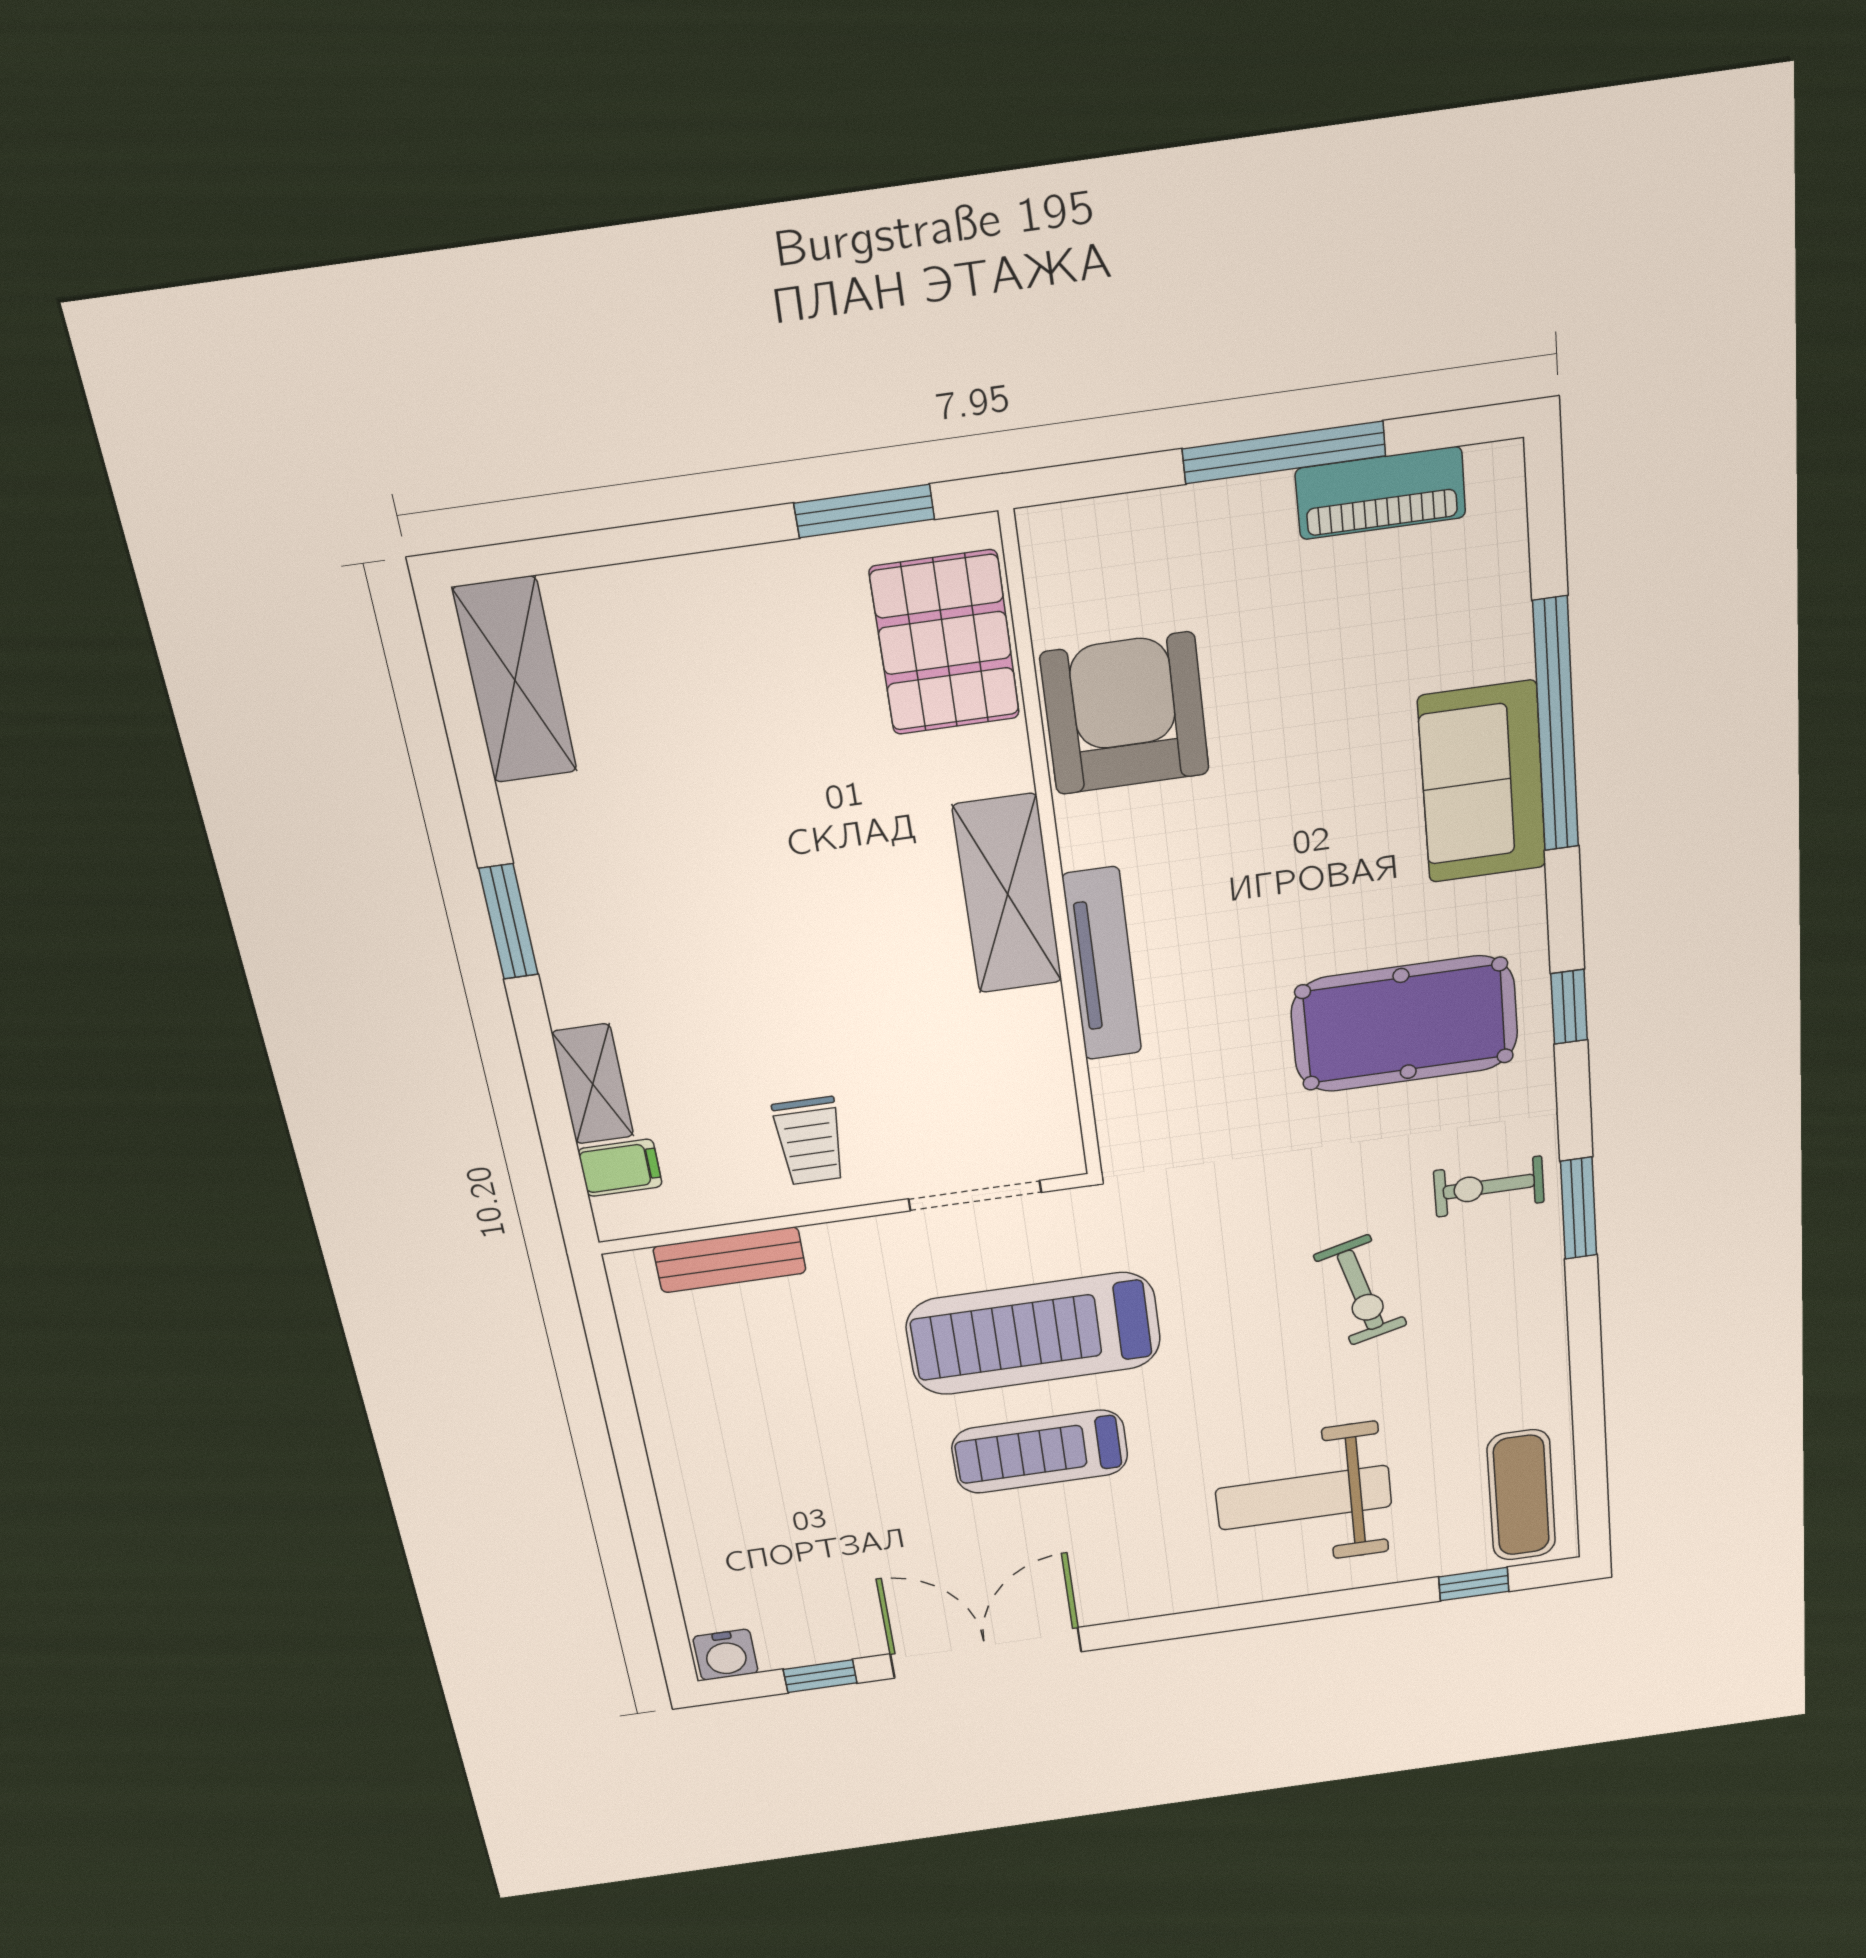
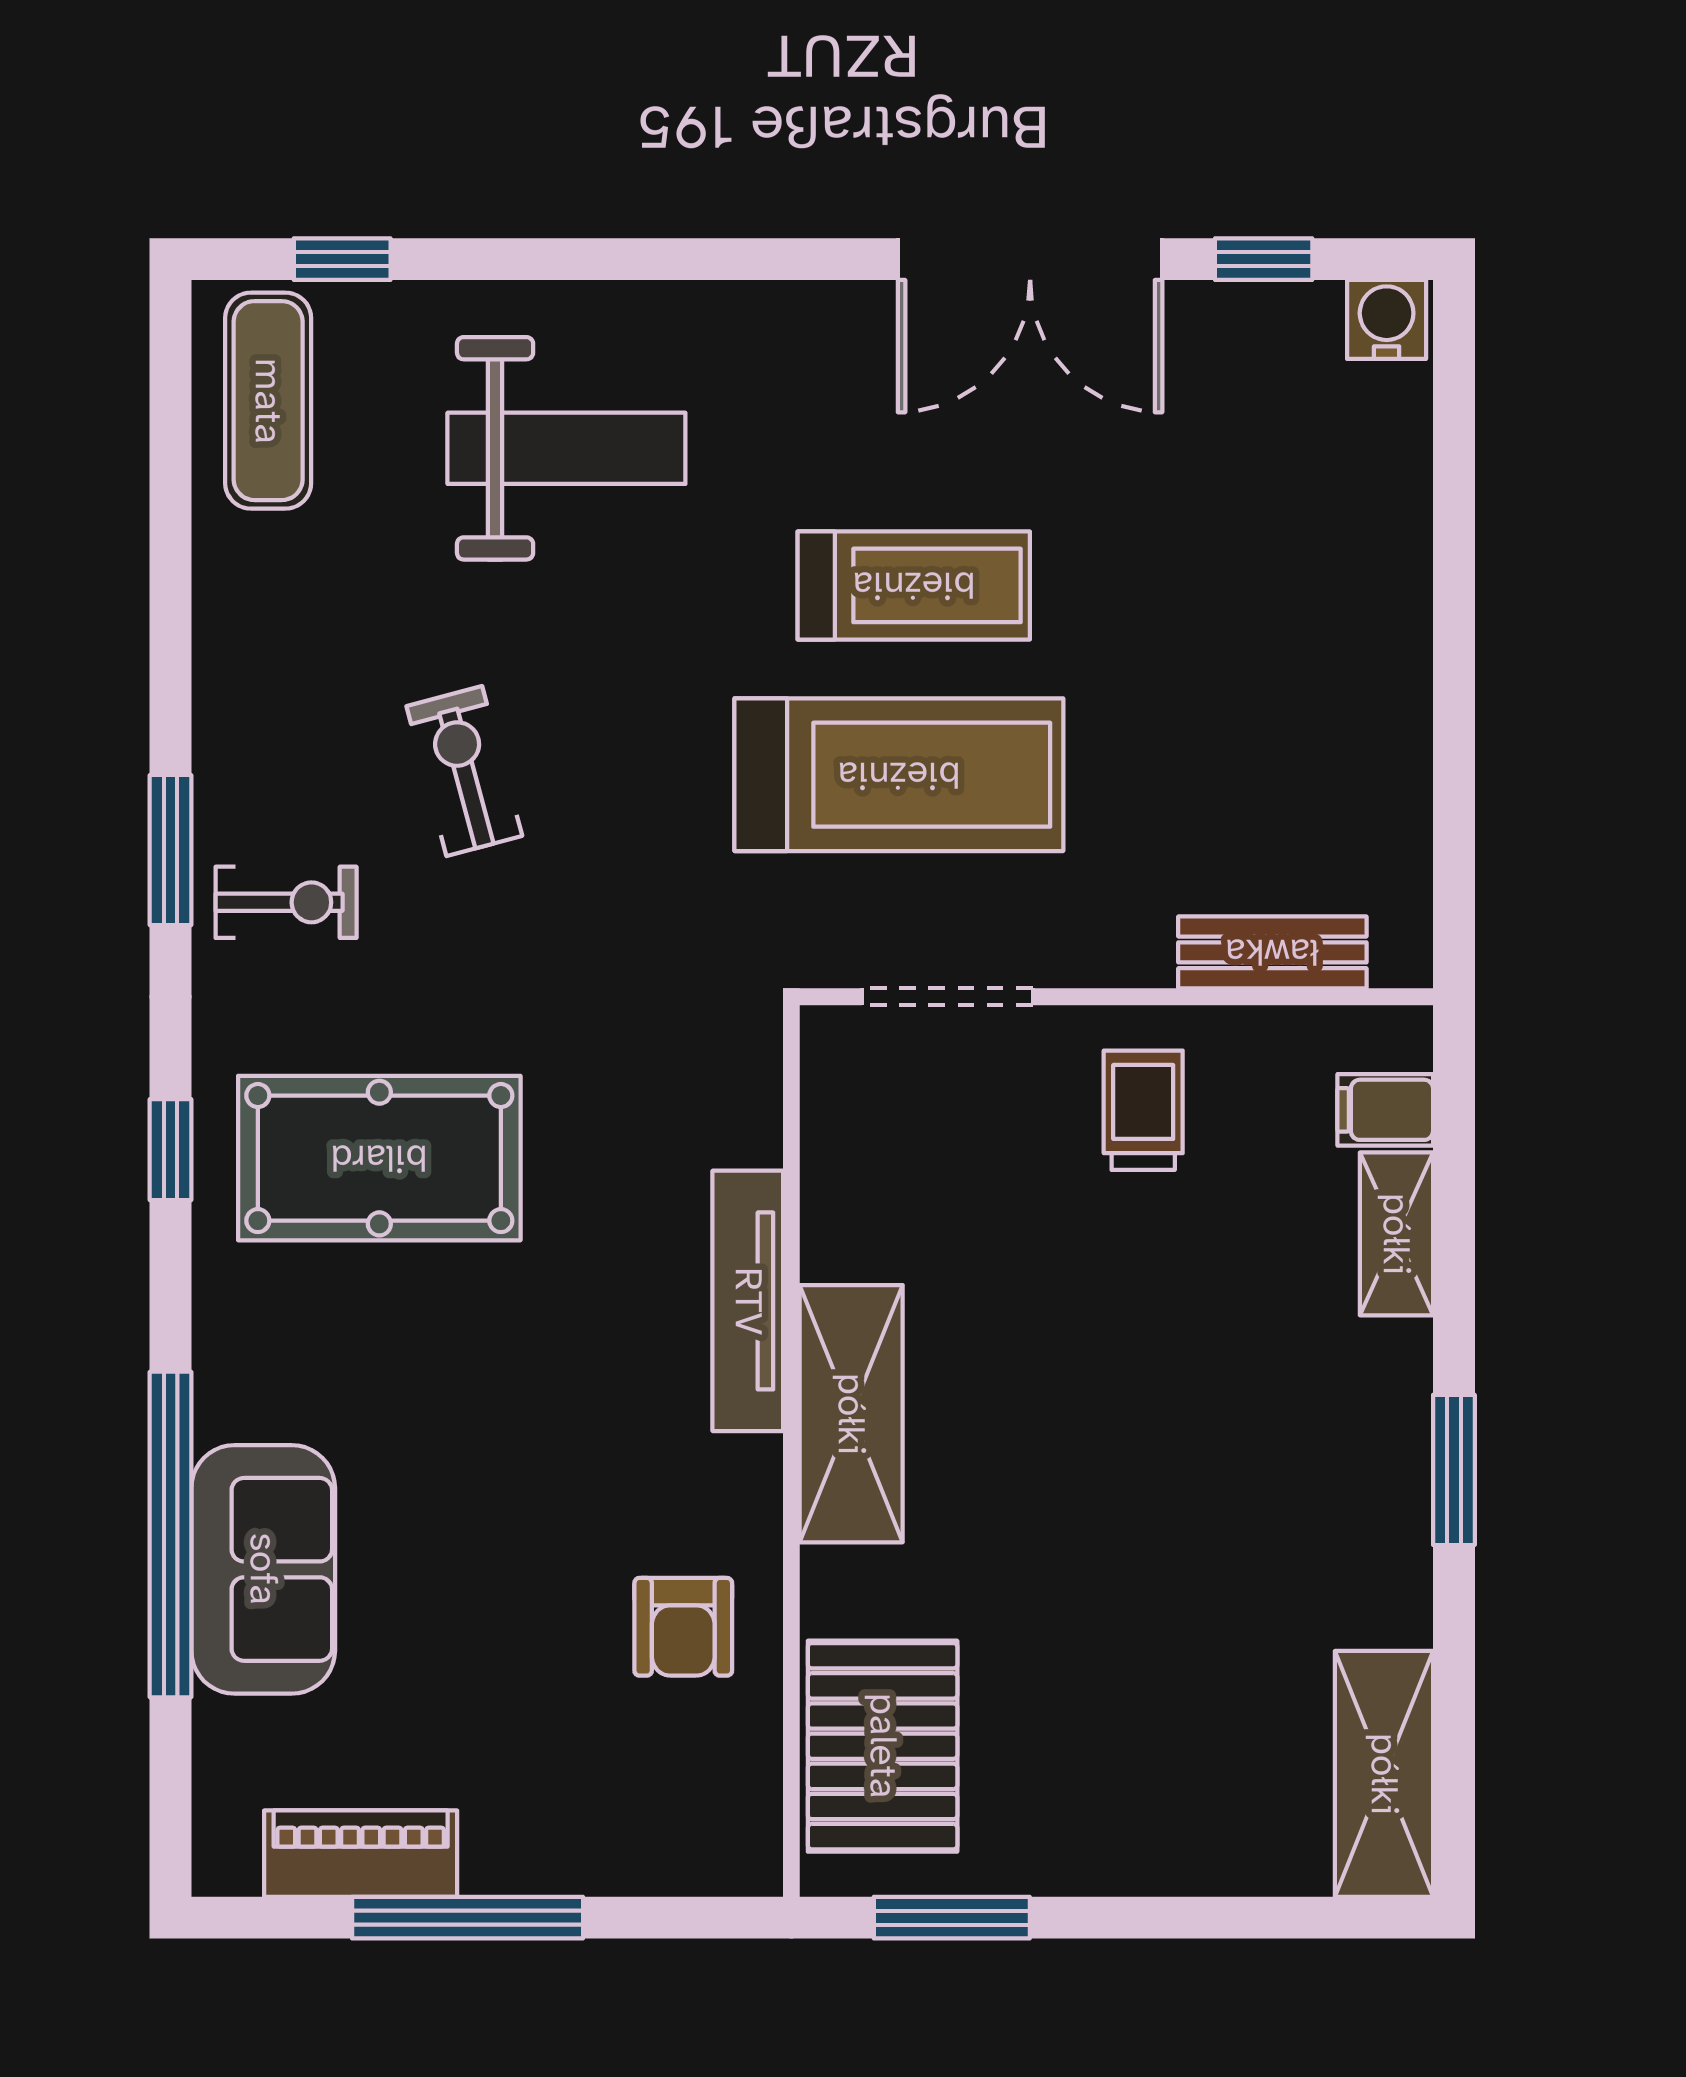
armchair: (1125, 714) -> (683, 1627), width x0.53, depth x0.53
sofa: (1482, 782) -> (263, 1569), moved

